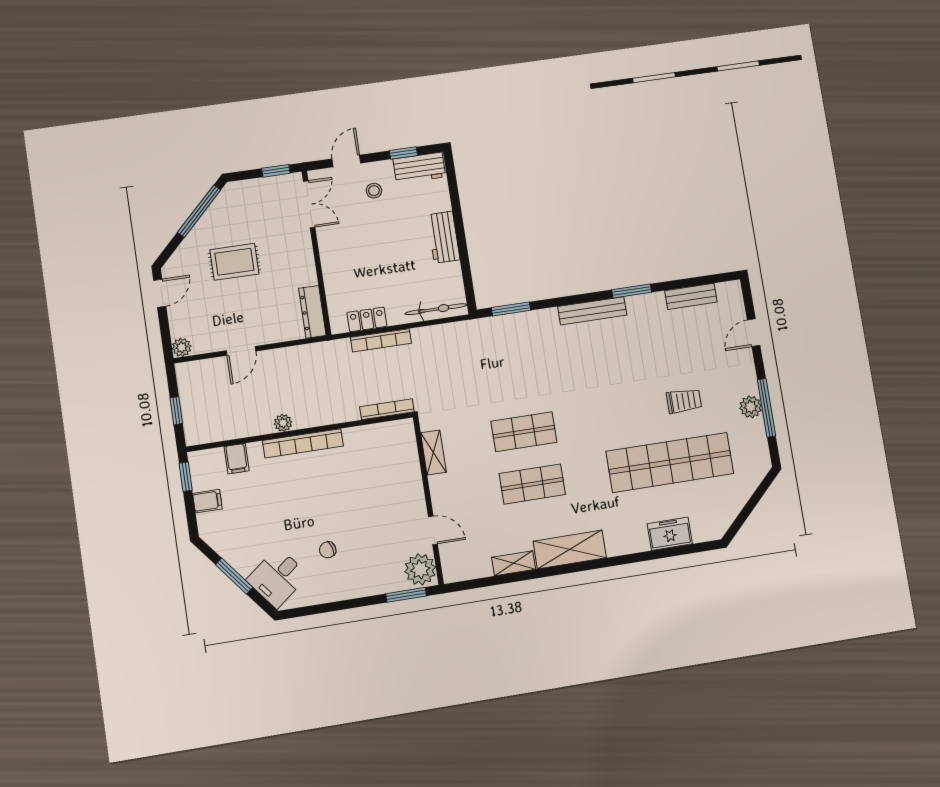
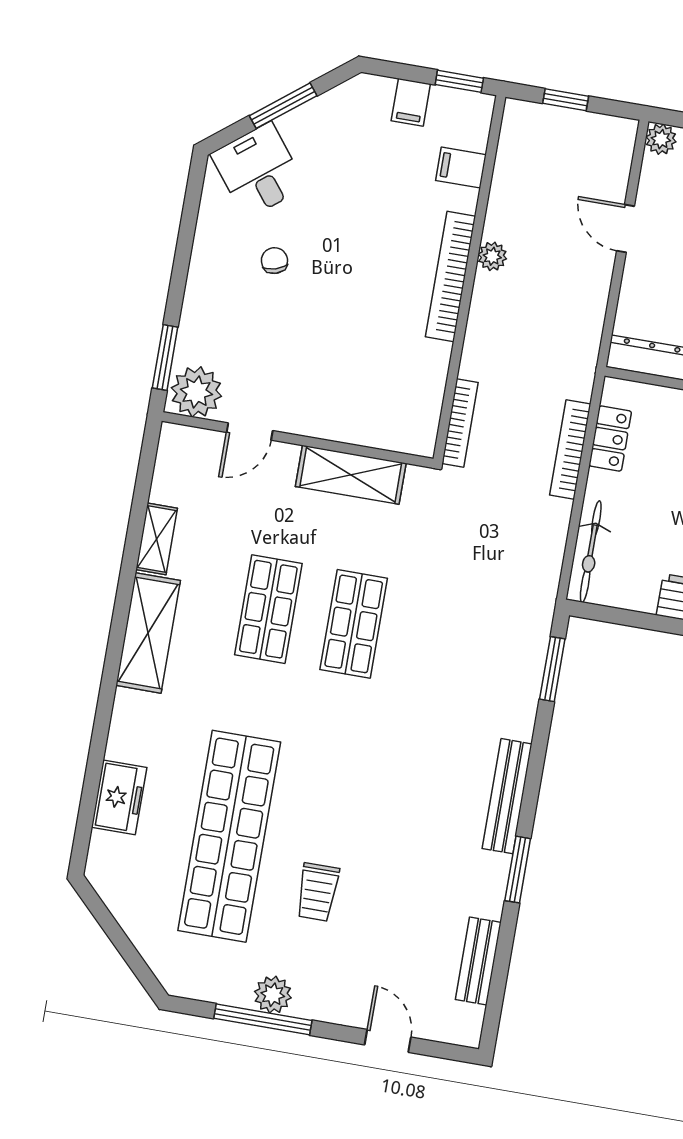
shelving: (433, 452) -> (351, 475), width x1.50, depth x1.33

